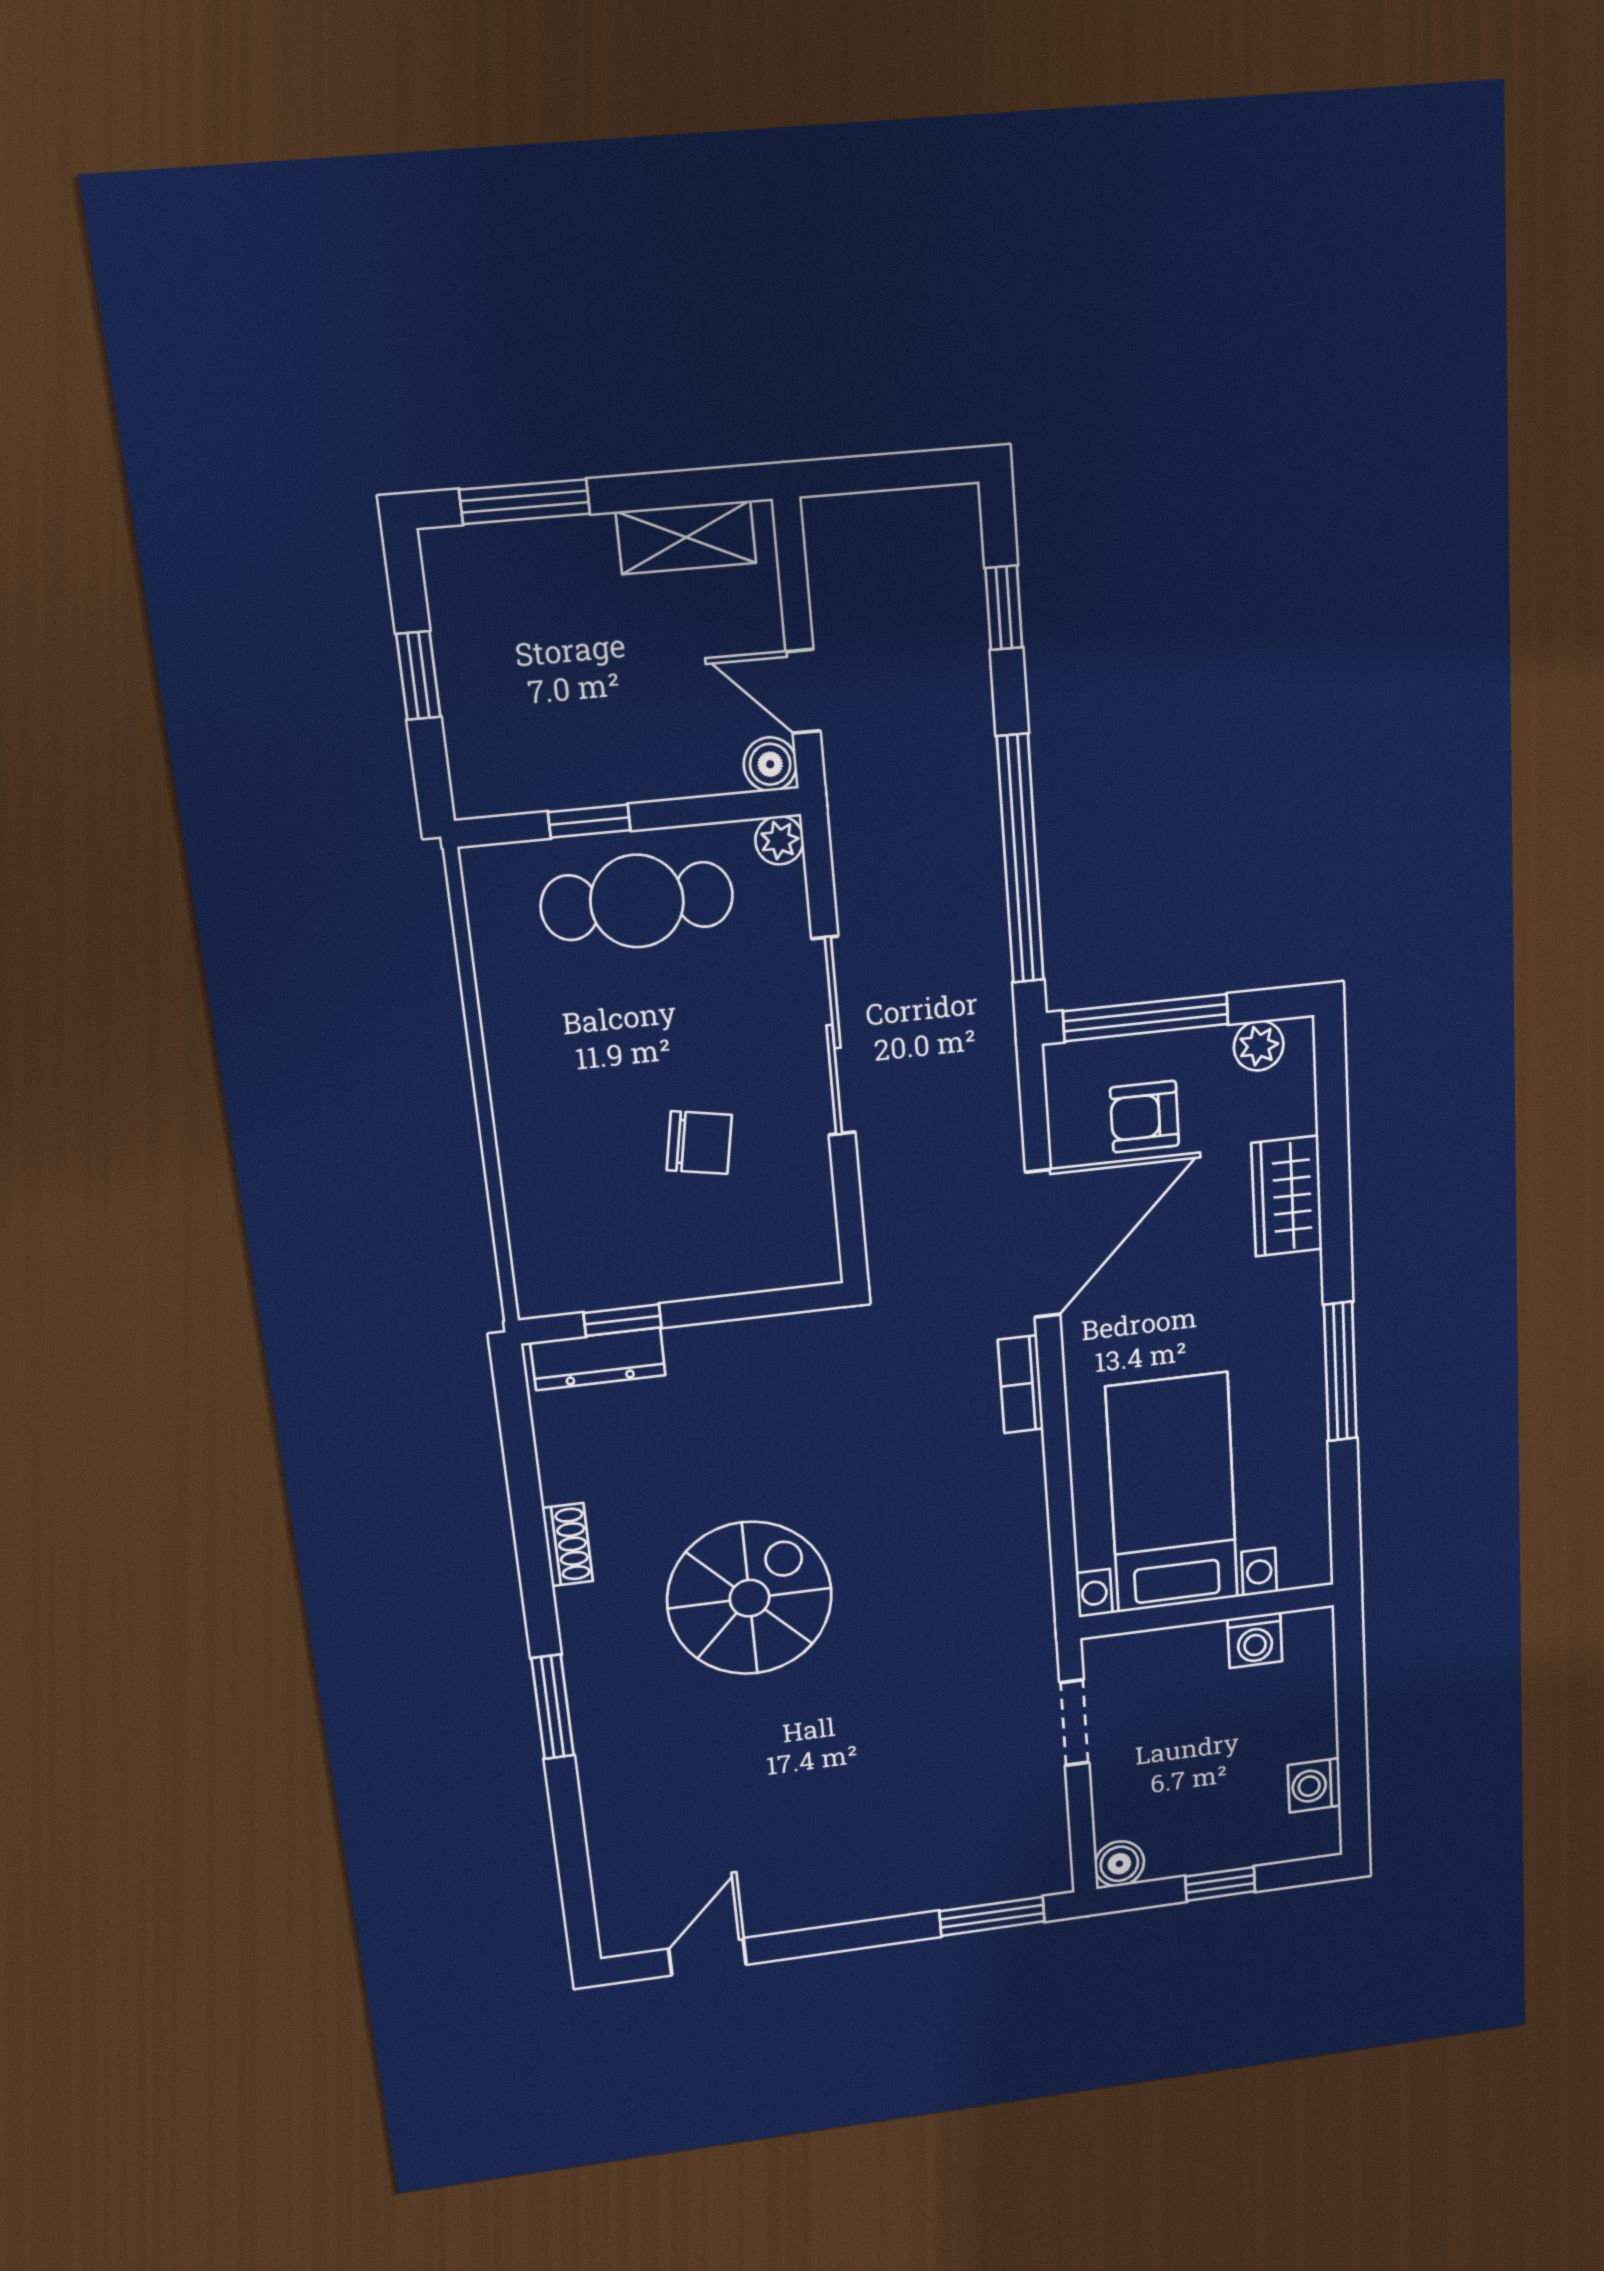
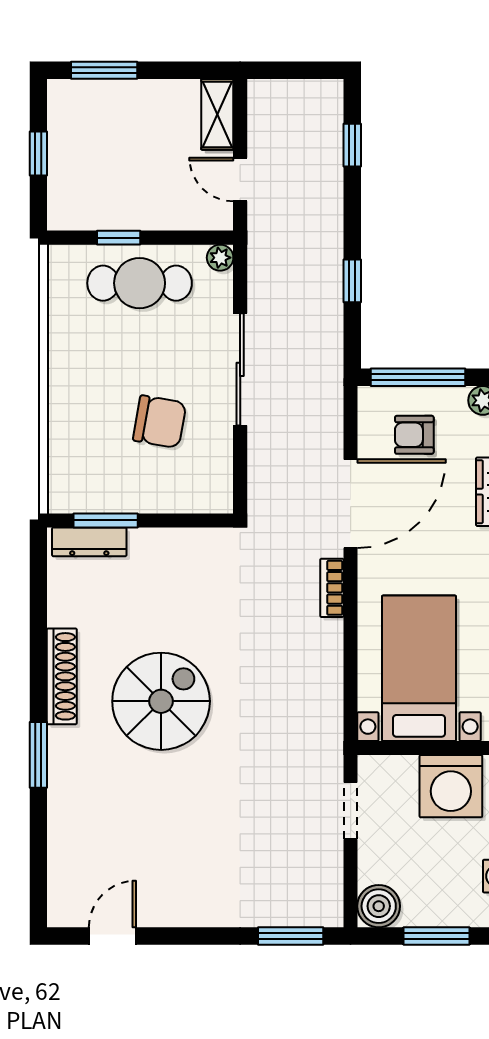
shelving: (686, 537) -> (217, 114), moved, turned 90
boiler: (770, 764) -> (219, 216), removed
window: (1020, 859) -> (352, 281), width x0.32
chair: (699, 1143) -> (160, 422), width x1.37, depth x1.37
window: (623, 1320) -> (106, 520), width x1.50
shoe rack: (568, 1545) -> (62, 676), width x1.94, depth x1.24
washing machine: (1255, 1640) -> (451, 786), width x1.89, depth x1.89
boiler: (1119, 1864) -> (379, 906), width x1.36, depth x1.36
window: (1220, 1884) -> (437, 936), width x1.50

